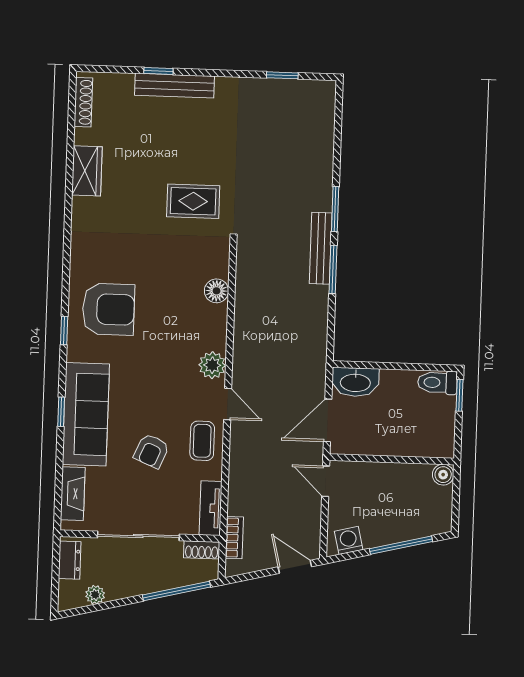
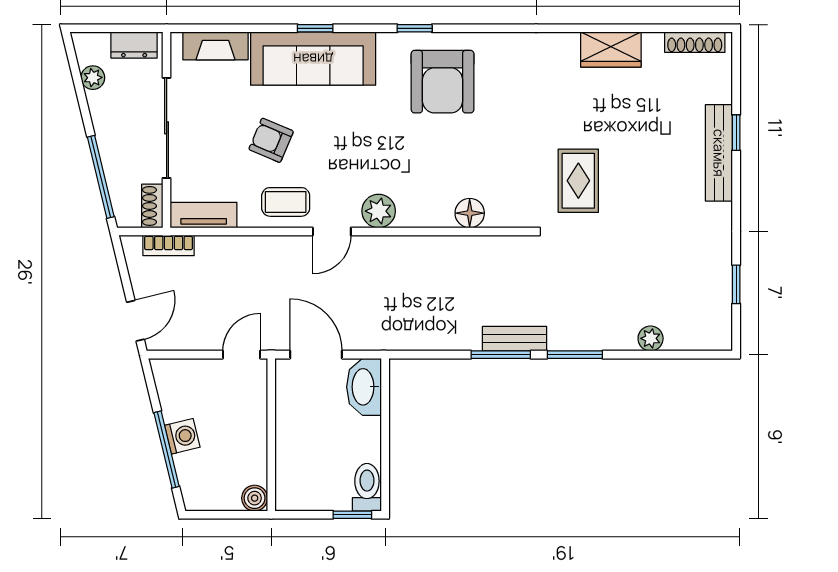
plant: (324, 147) -> (651, 338), added
bench: (321, 248) -> (515, 339), width x0.73
washing machine: (349, 540) -> (182, 436), moved

